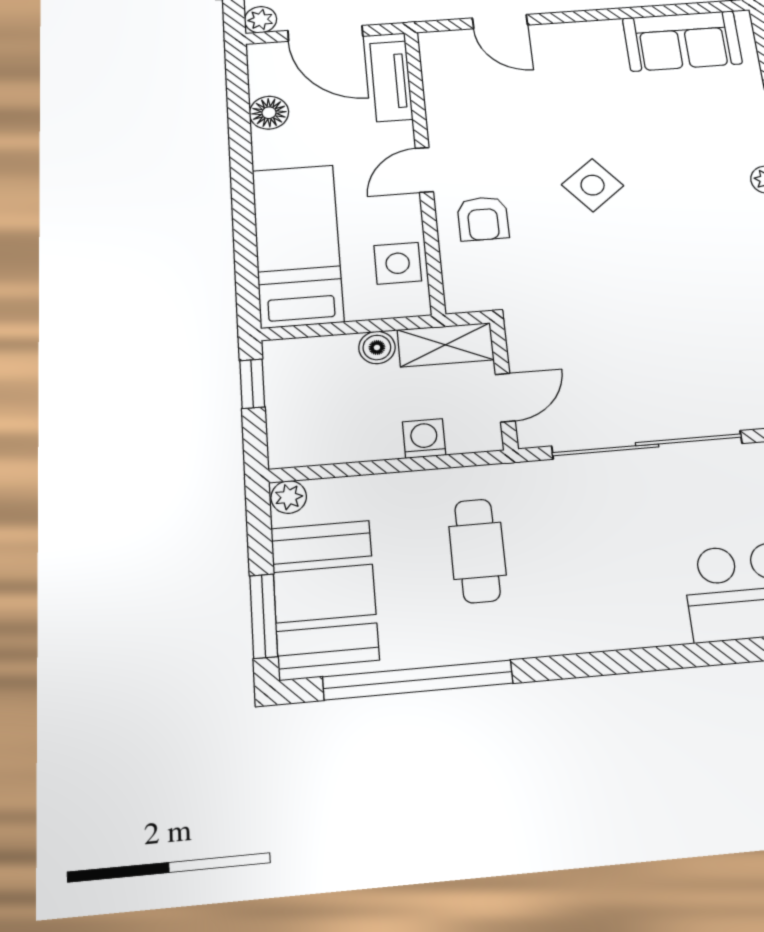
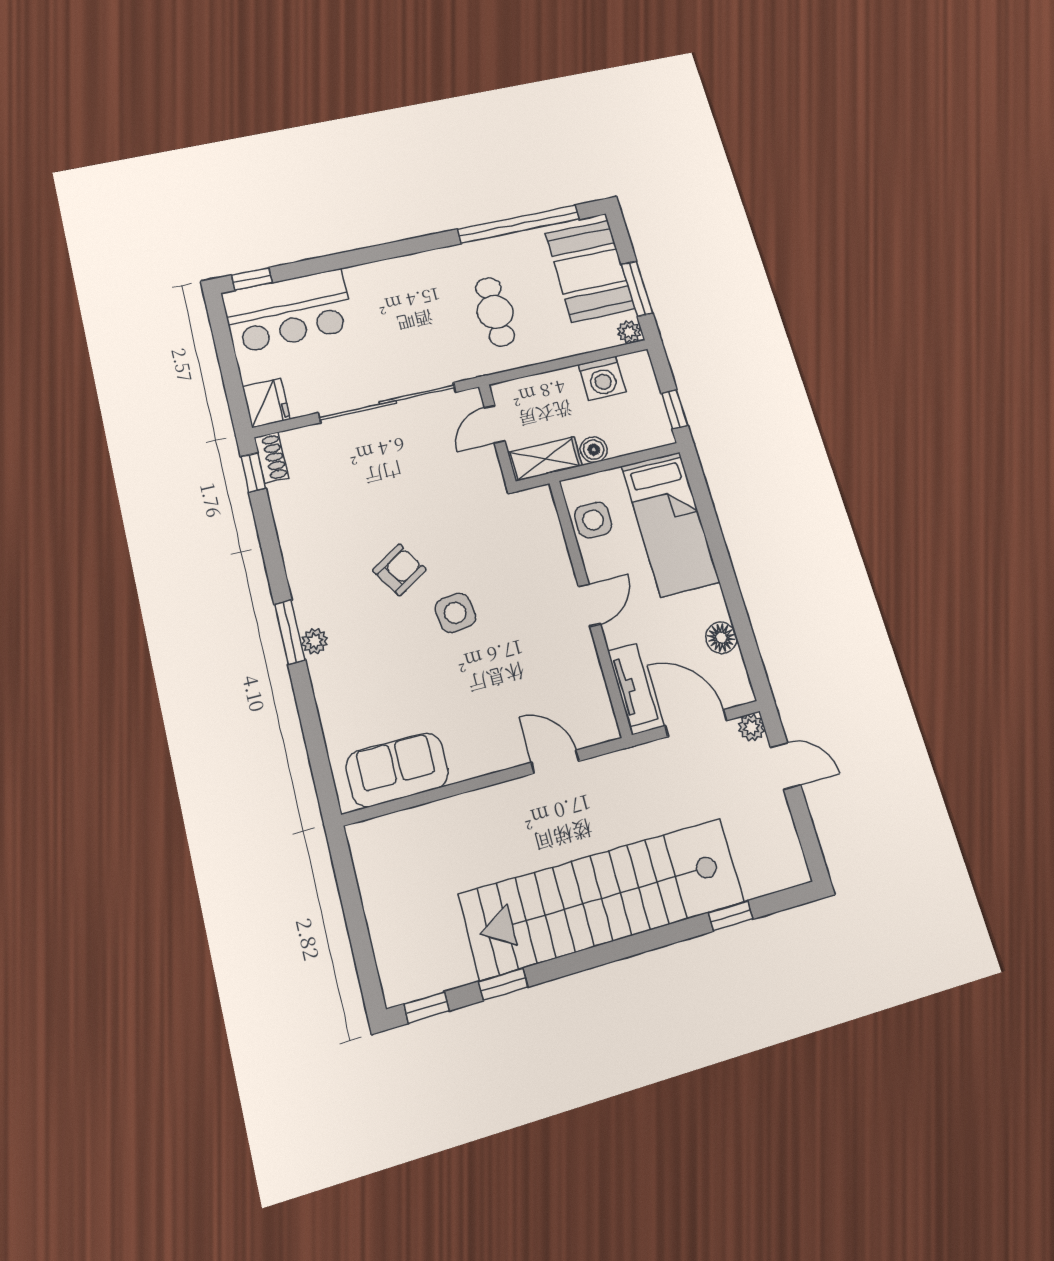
side table: (593, 185) -> (455, 613), turned 32
armchair: (483, 219) -> (399, 570), moved, turned 58
washing machine: (424, 438) -> (602, 378), moved, width x1.38, depth x1.38
window: (264, 616) -> (637, 289), moved

